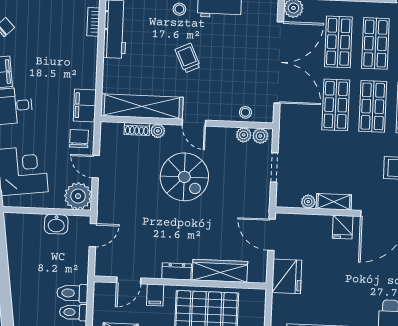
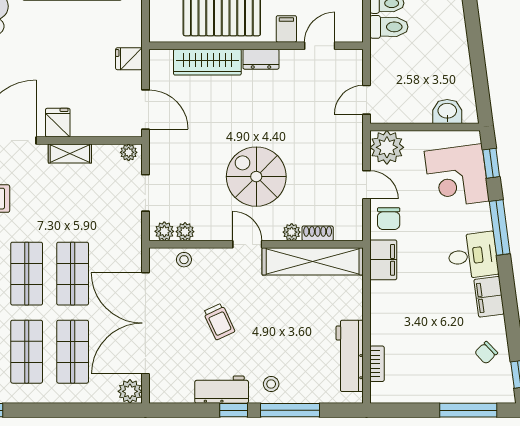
trolley: (188, 58) -> (219, 322), moved
plant: (308, 202) -> (129, 152), moved
washbasin: (56, 224) -> (447, 111), moved
fridge: (287, 276) -> (129, 59), width x0.53, depth x0.75

